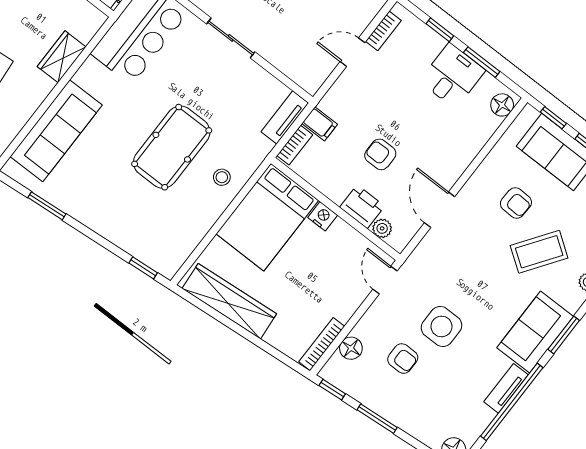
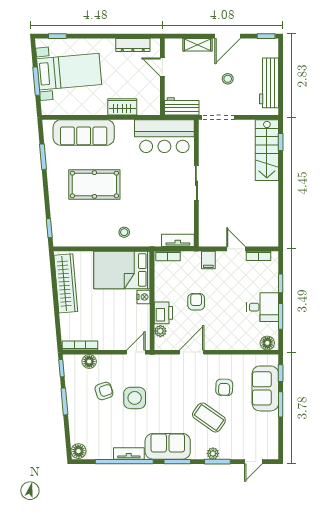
filing cabinet: (320, 124) -> (208, 260), moved
pool table: (172, 147) -> (94, 184), moved
armchair: (403, 359) -> (104, 391), turned -108

